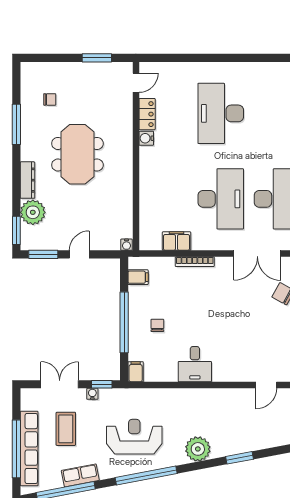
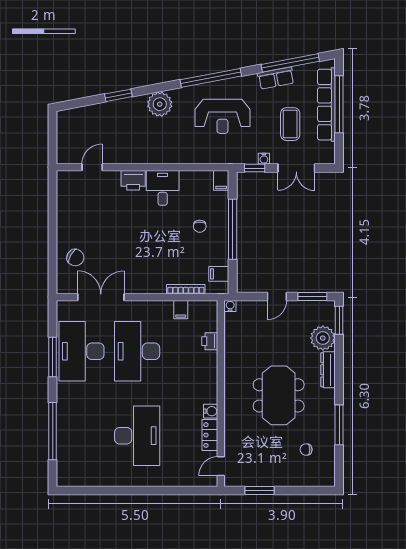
printer: (147, 209) -> (210, 341), added
filing cabinet: (177, 241) -> (181, 310), width x0.50
bookcase: (195, 262) -> (186, 289), moved
printer: (225, 372) -> (133, 180), added

